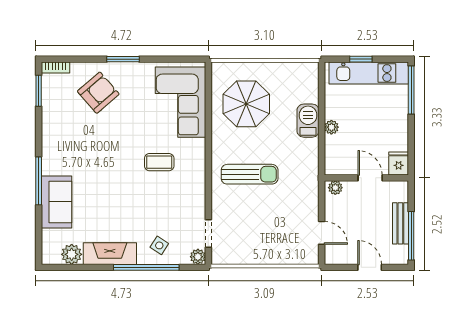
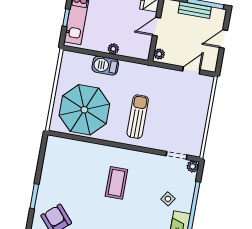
corner sofa: (181, 102) -> (74, 159), removed
parasol: (246, 104) -> (84, 110), width x1.36, depth x1.36
coffee table: (159, 162) -> (116, 183), width x1.36, depth x1.30
side table: (159, 245) -> (168, 199), moved

